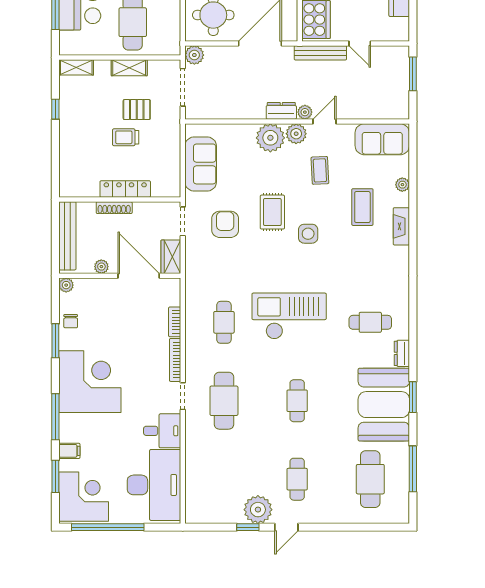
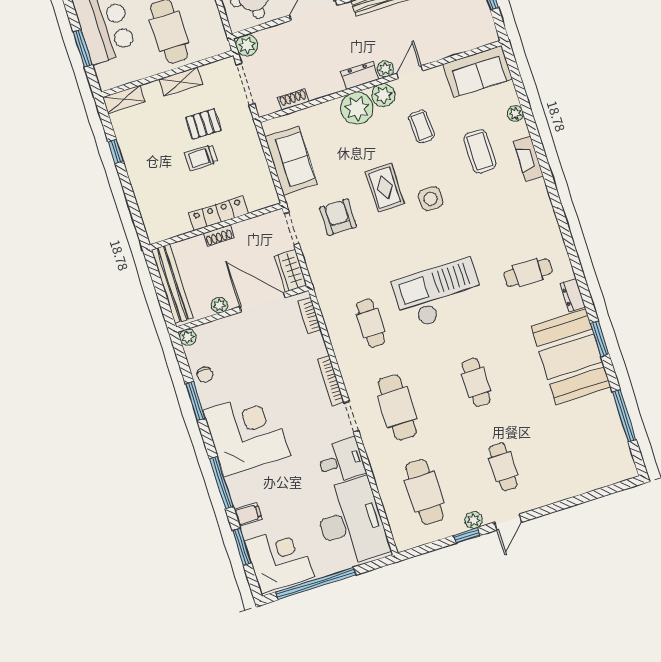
shoe rack: (219, 113) -> (293, 100), added
shoe rack: (114, 208) -> (219, 235), width x0.70
bookcase: (175, 322) -> (310, 316), moved
cafe table: (370, 479) -> (424, 492), moved
plant: (258, 510) -> (474, 520), width x0.53, depth x0.53

